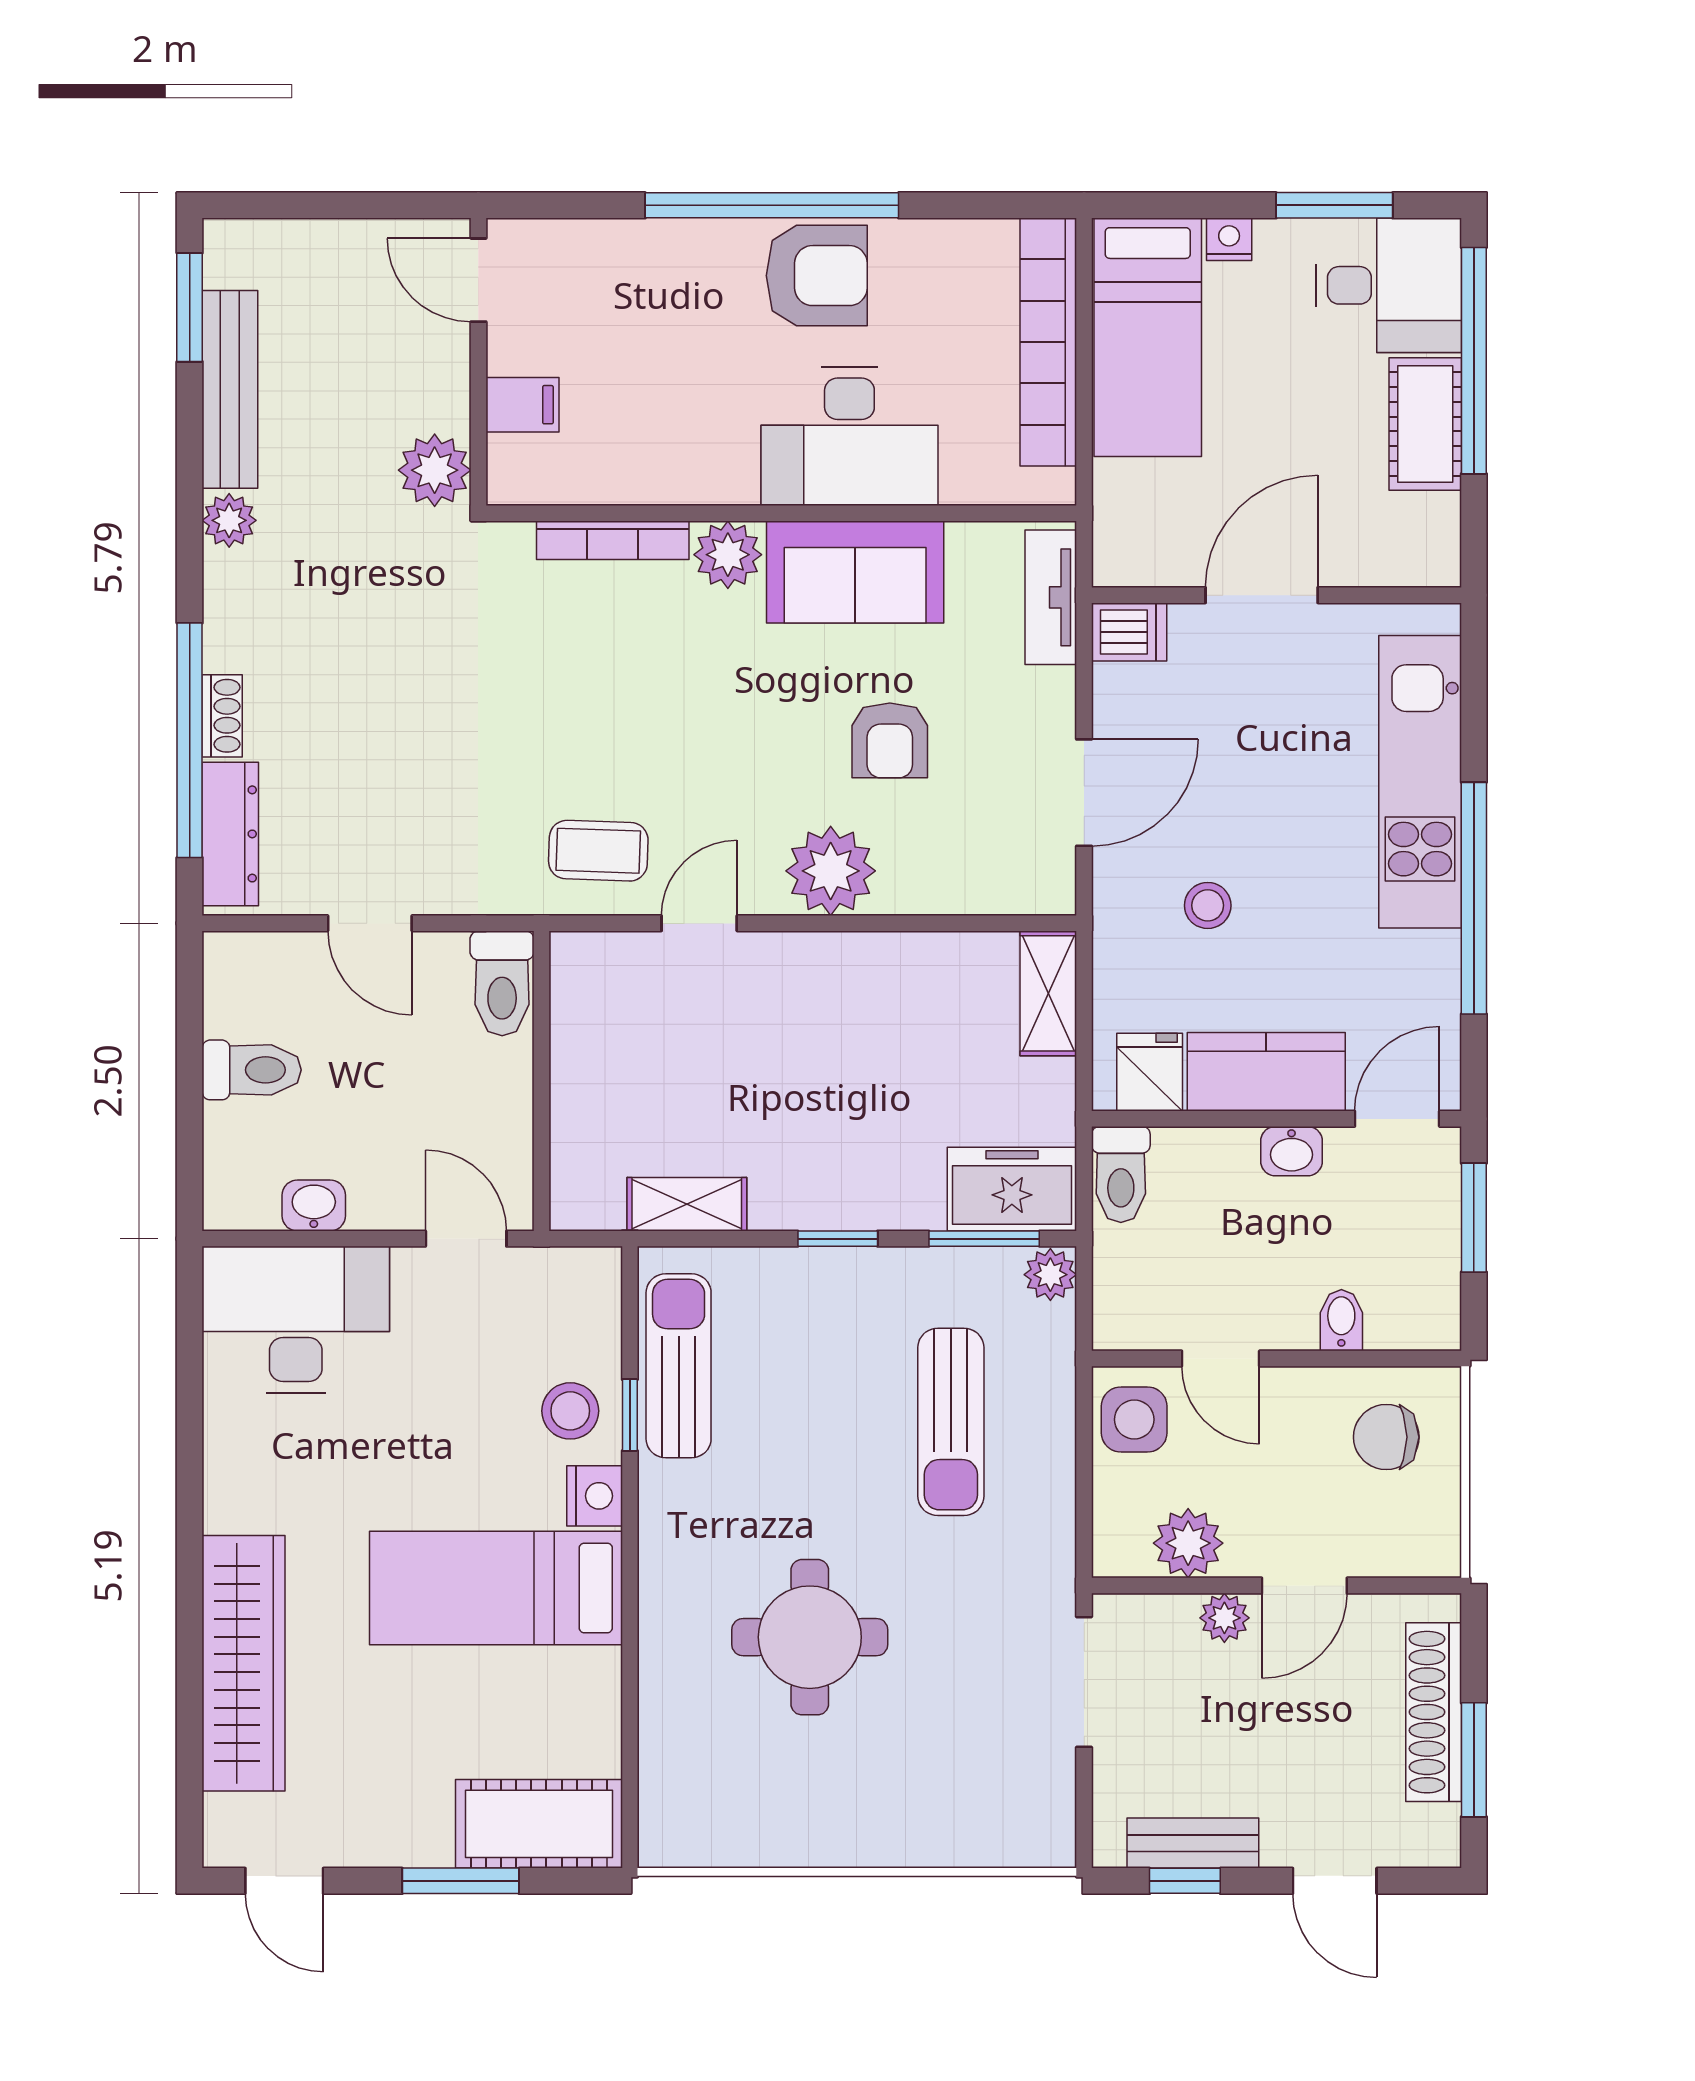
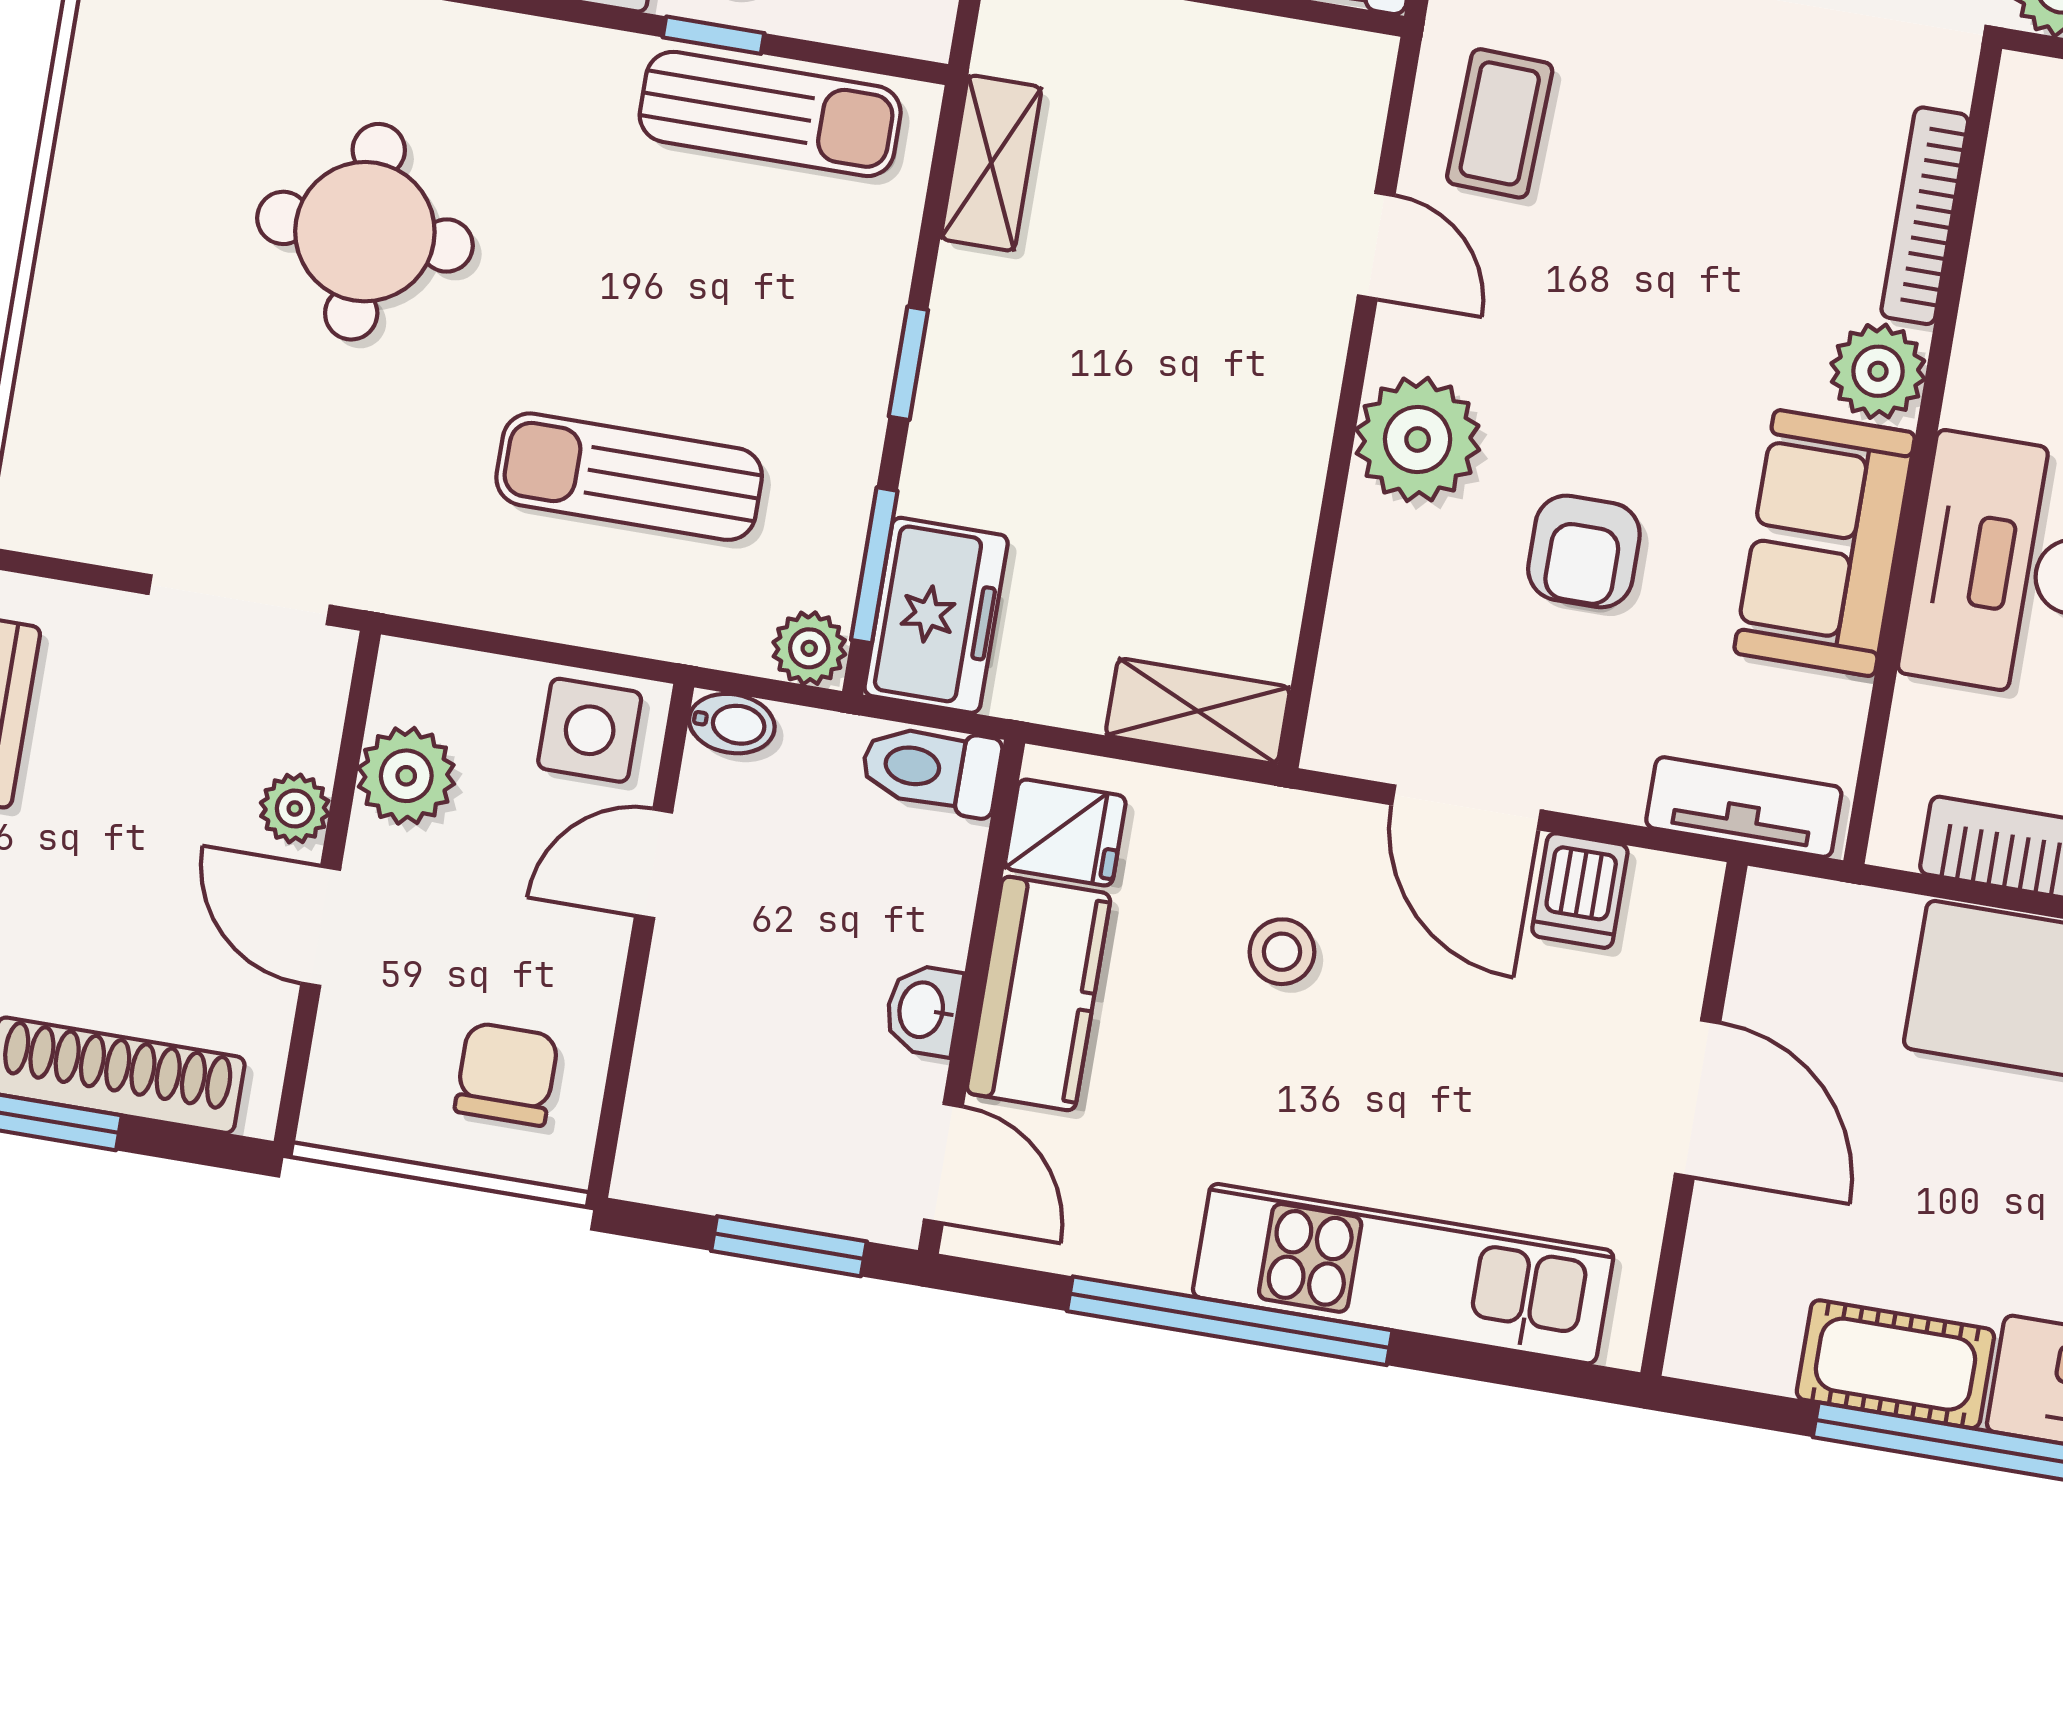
dishwasher: (1129, 632) -> (1580, 891), moved
armchair: (890, 740) -> (1584, 551), turned -90
bidet: (1341, 1320) -> (732, 724), moved

